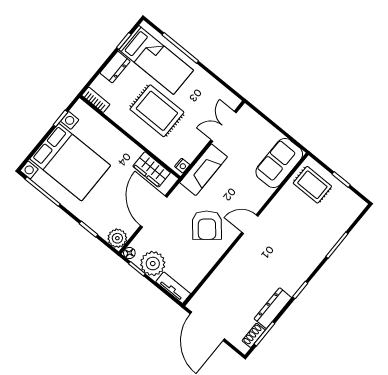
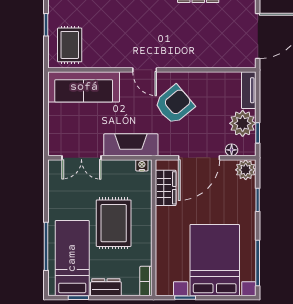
sofa: (279, 163) -> (84, 87), width x1.36
floor lamp: (129, 253) -> (232, 150), moved

